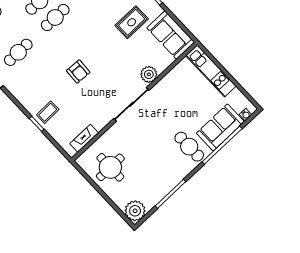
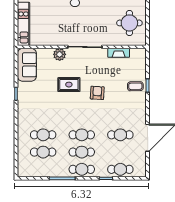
rug: (132, 22) -> (69, 85), moved
fireplace: (84, 138) -> (119, 53), moved

